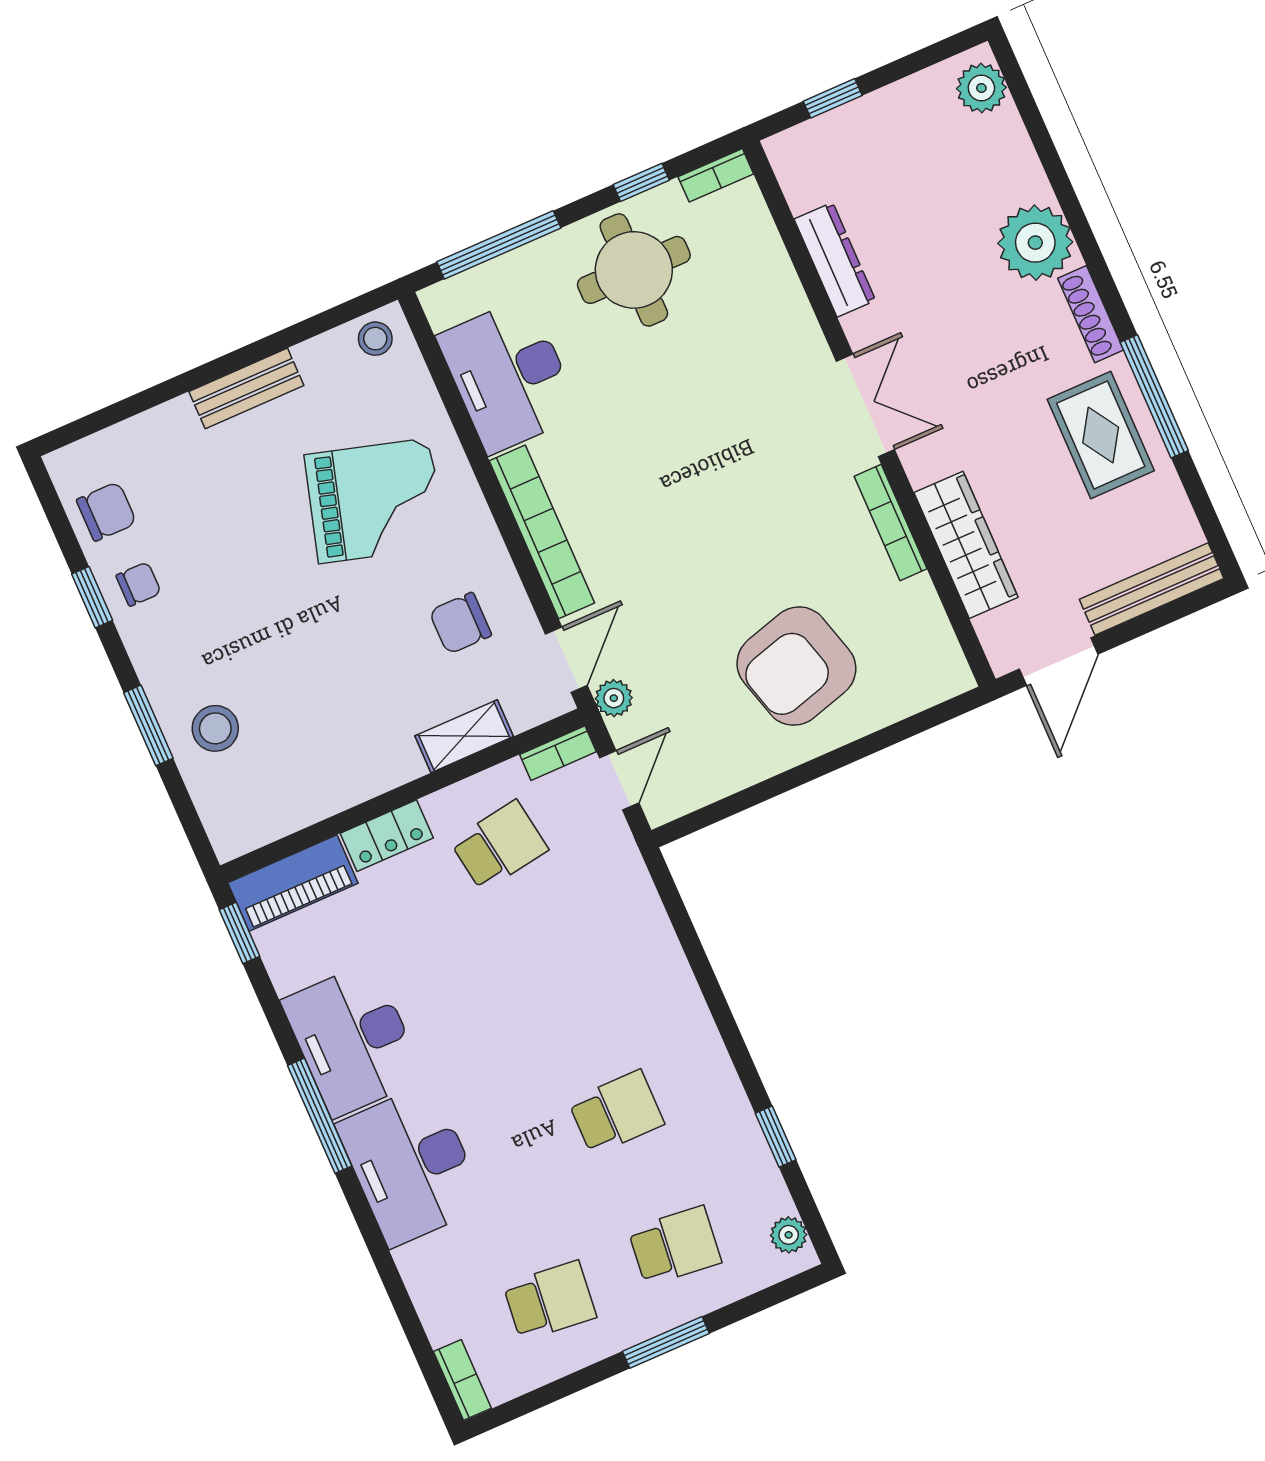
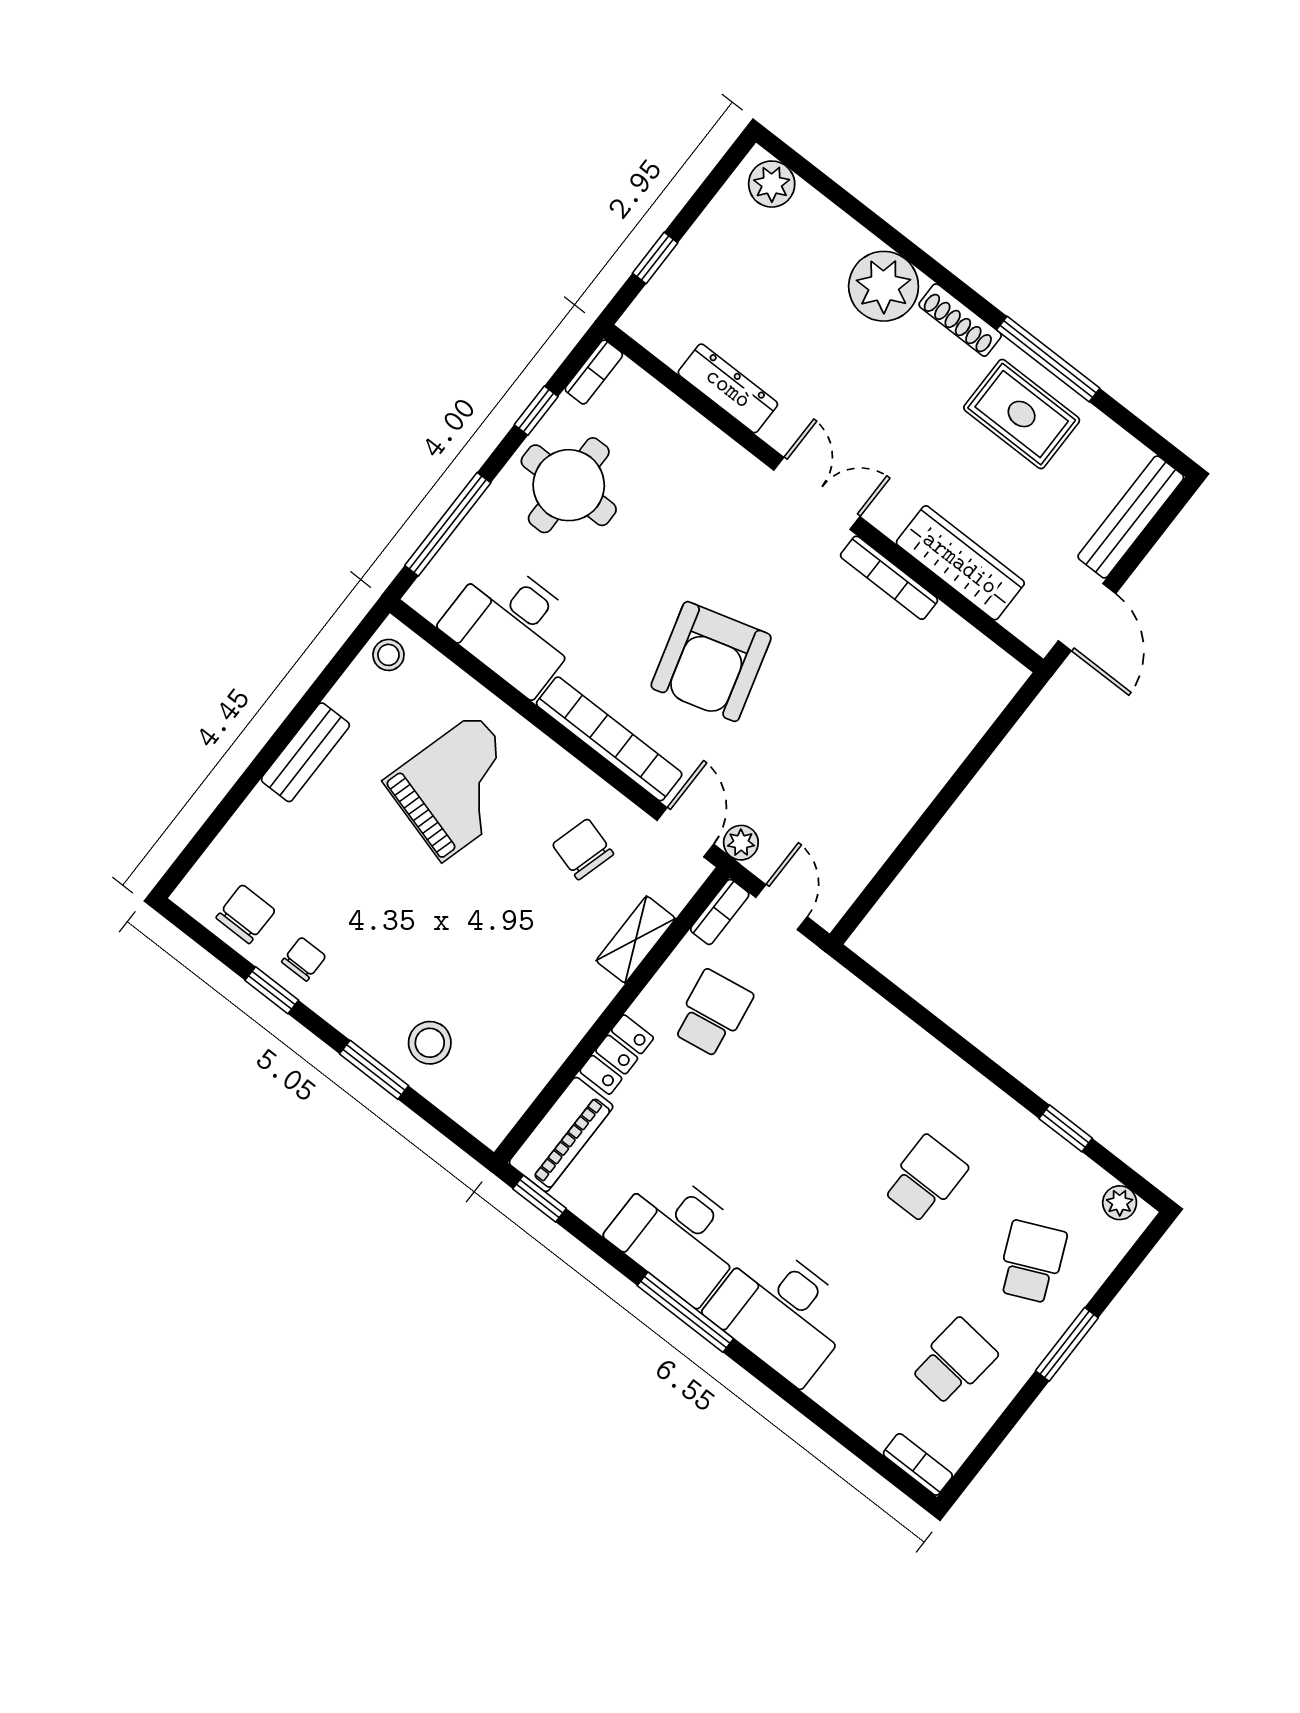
chair: (460, 623) -> (583, 849), turned 106
armchair: (796, 666) -> (711, 662), moved
school desk: (675, 1246) -> (1032, 1262), turned -30

